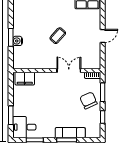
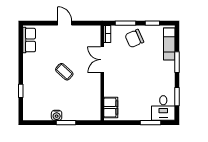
water cooler: (18, 41) -> (57, 115), moved
exam couch: (70, 133) -> (169, 44), moved

